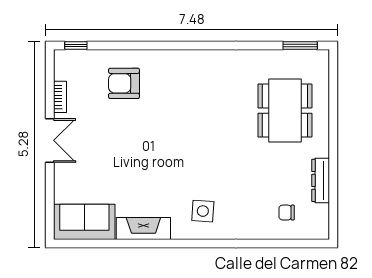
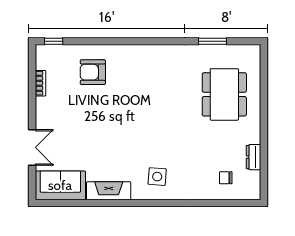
window: (300, 46) -> (213, 41), moved
double door: (50, 140) -> (32, 147), moved
dresser: (321, 180) -> (254, 157), width x0.70

